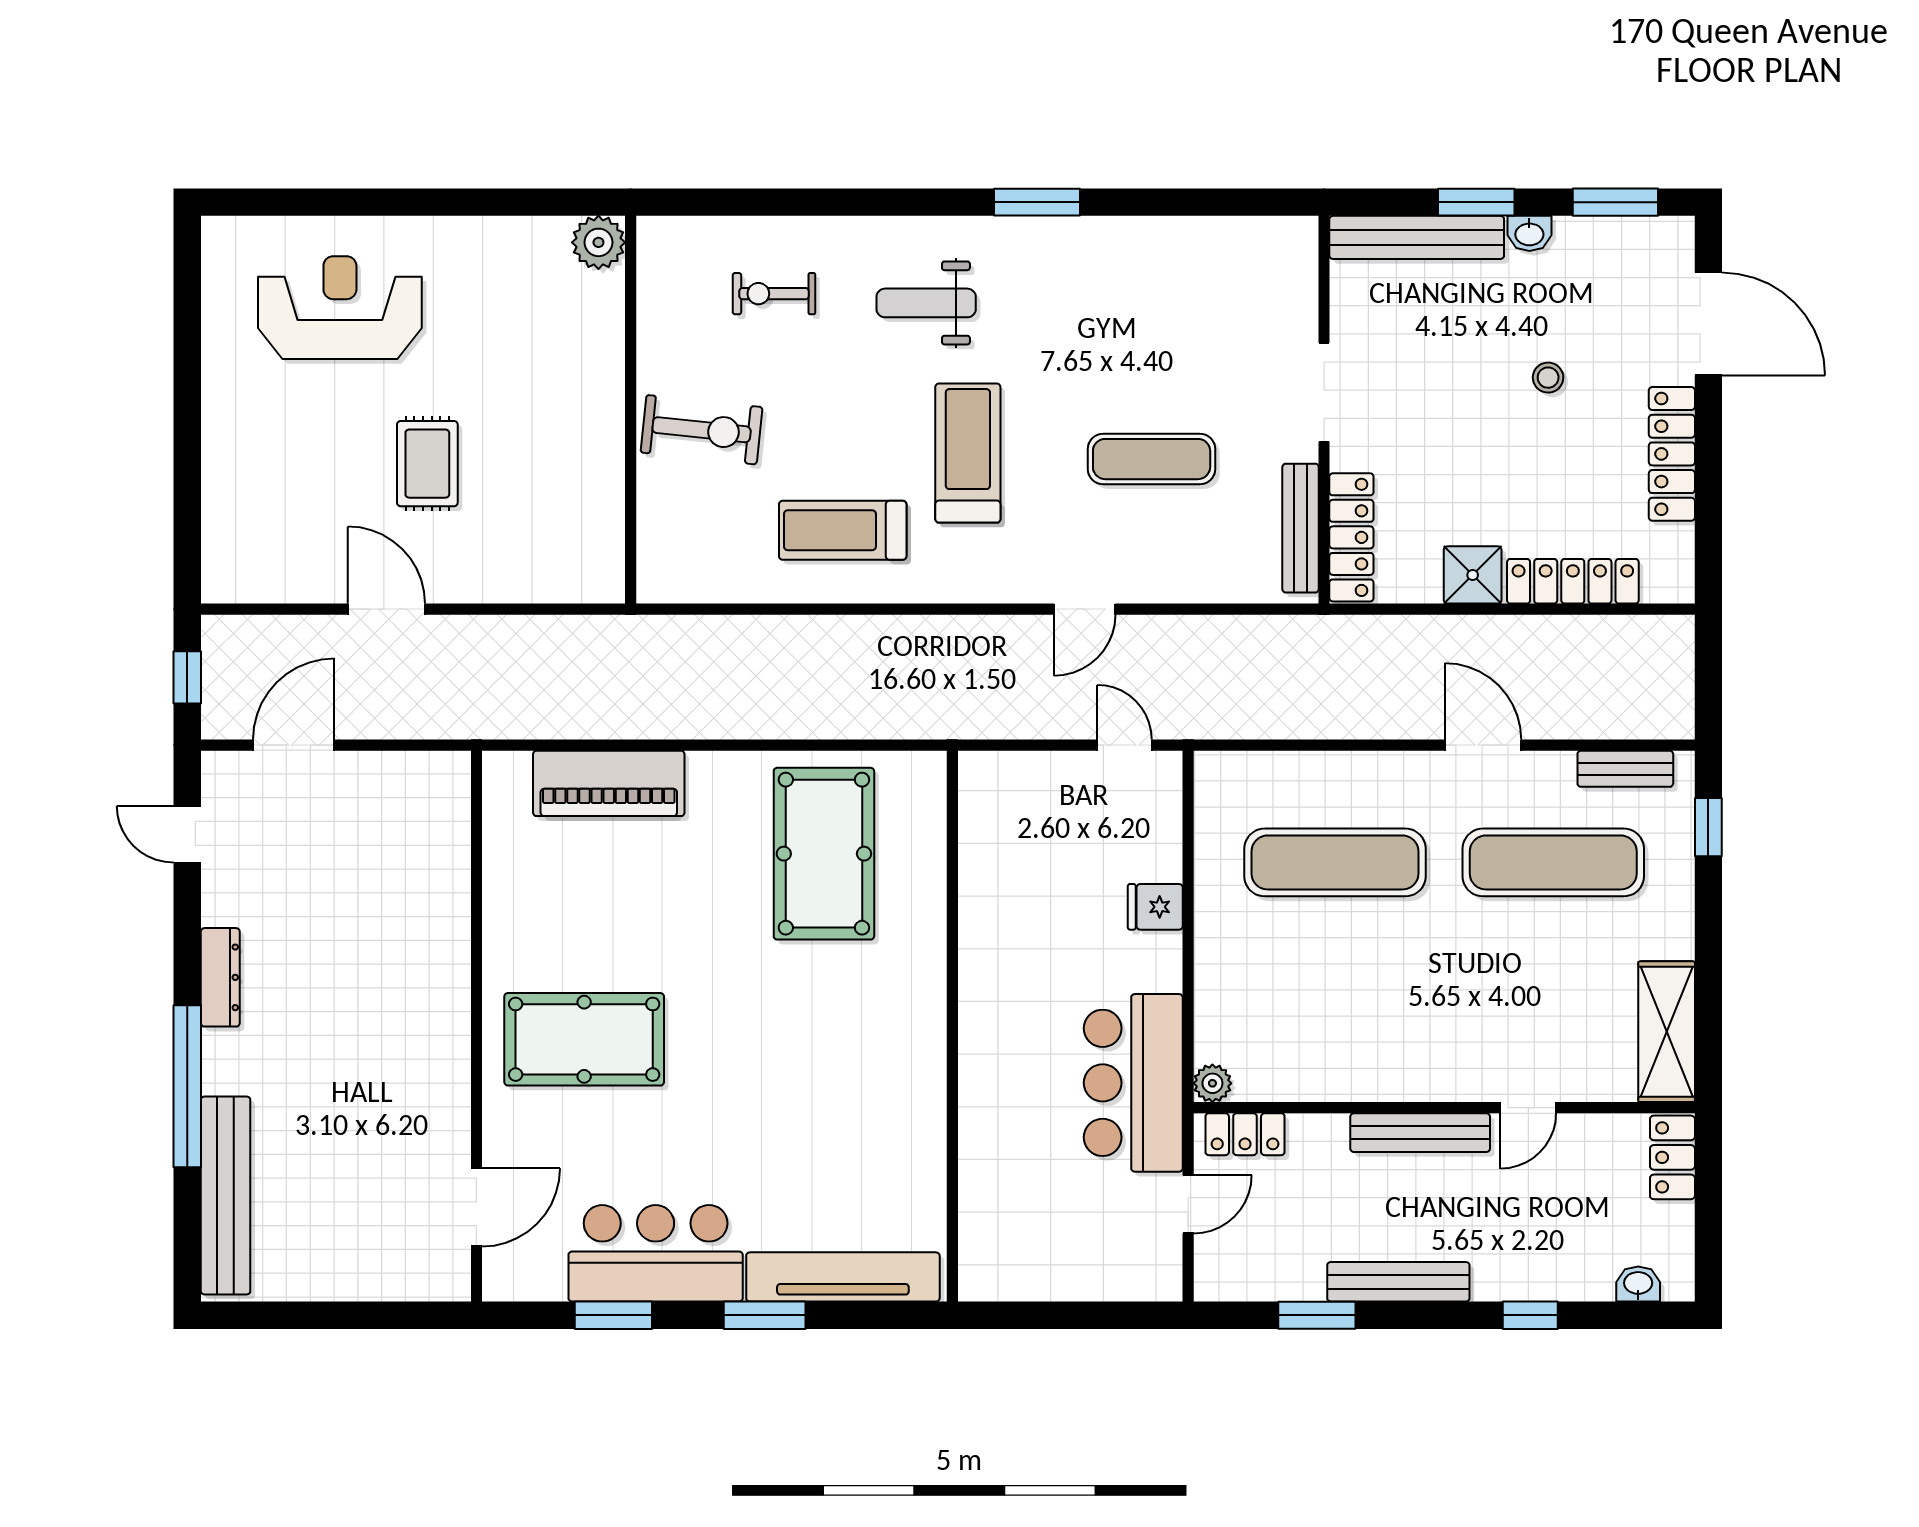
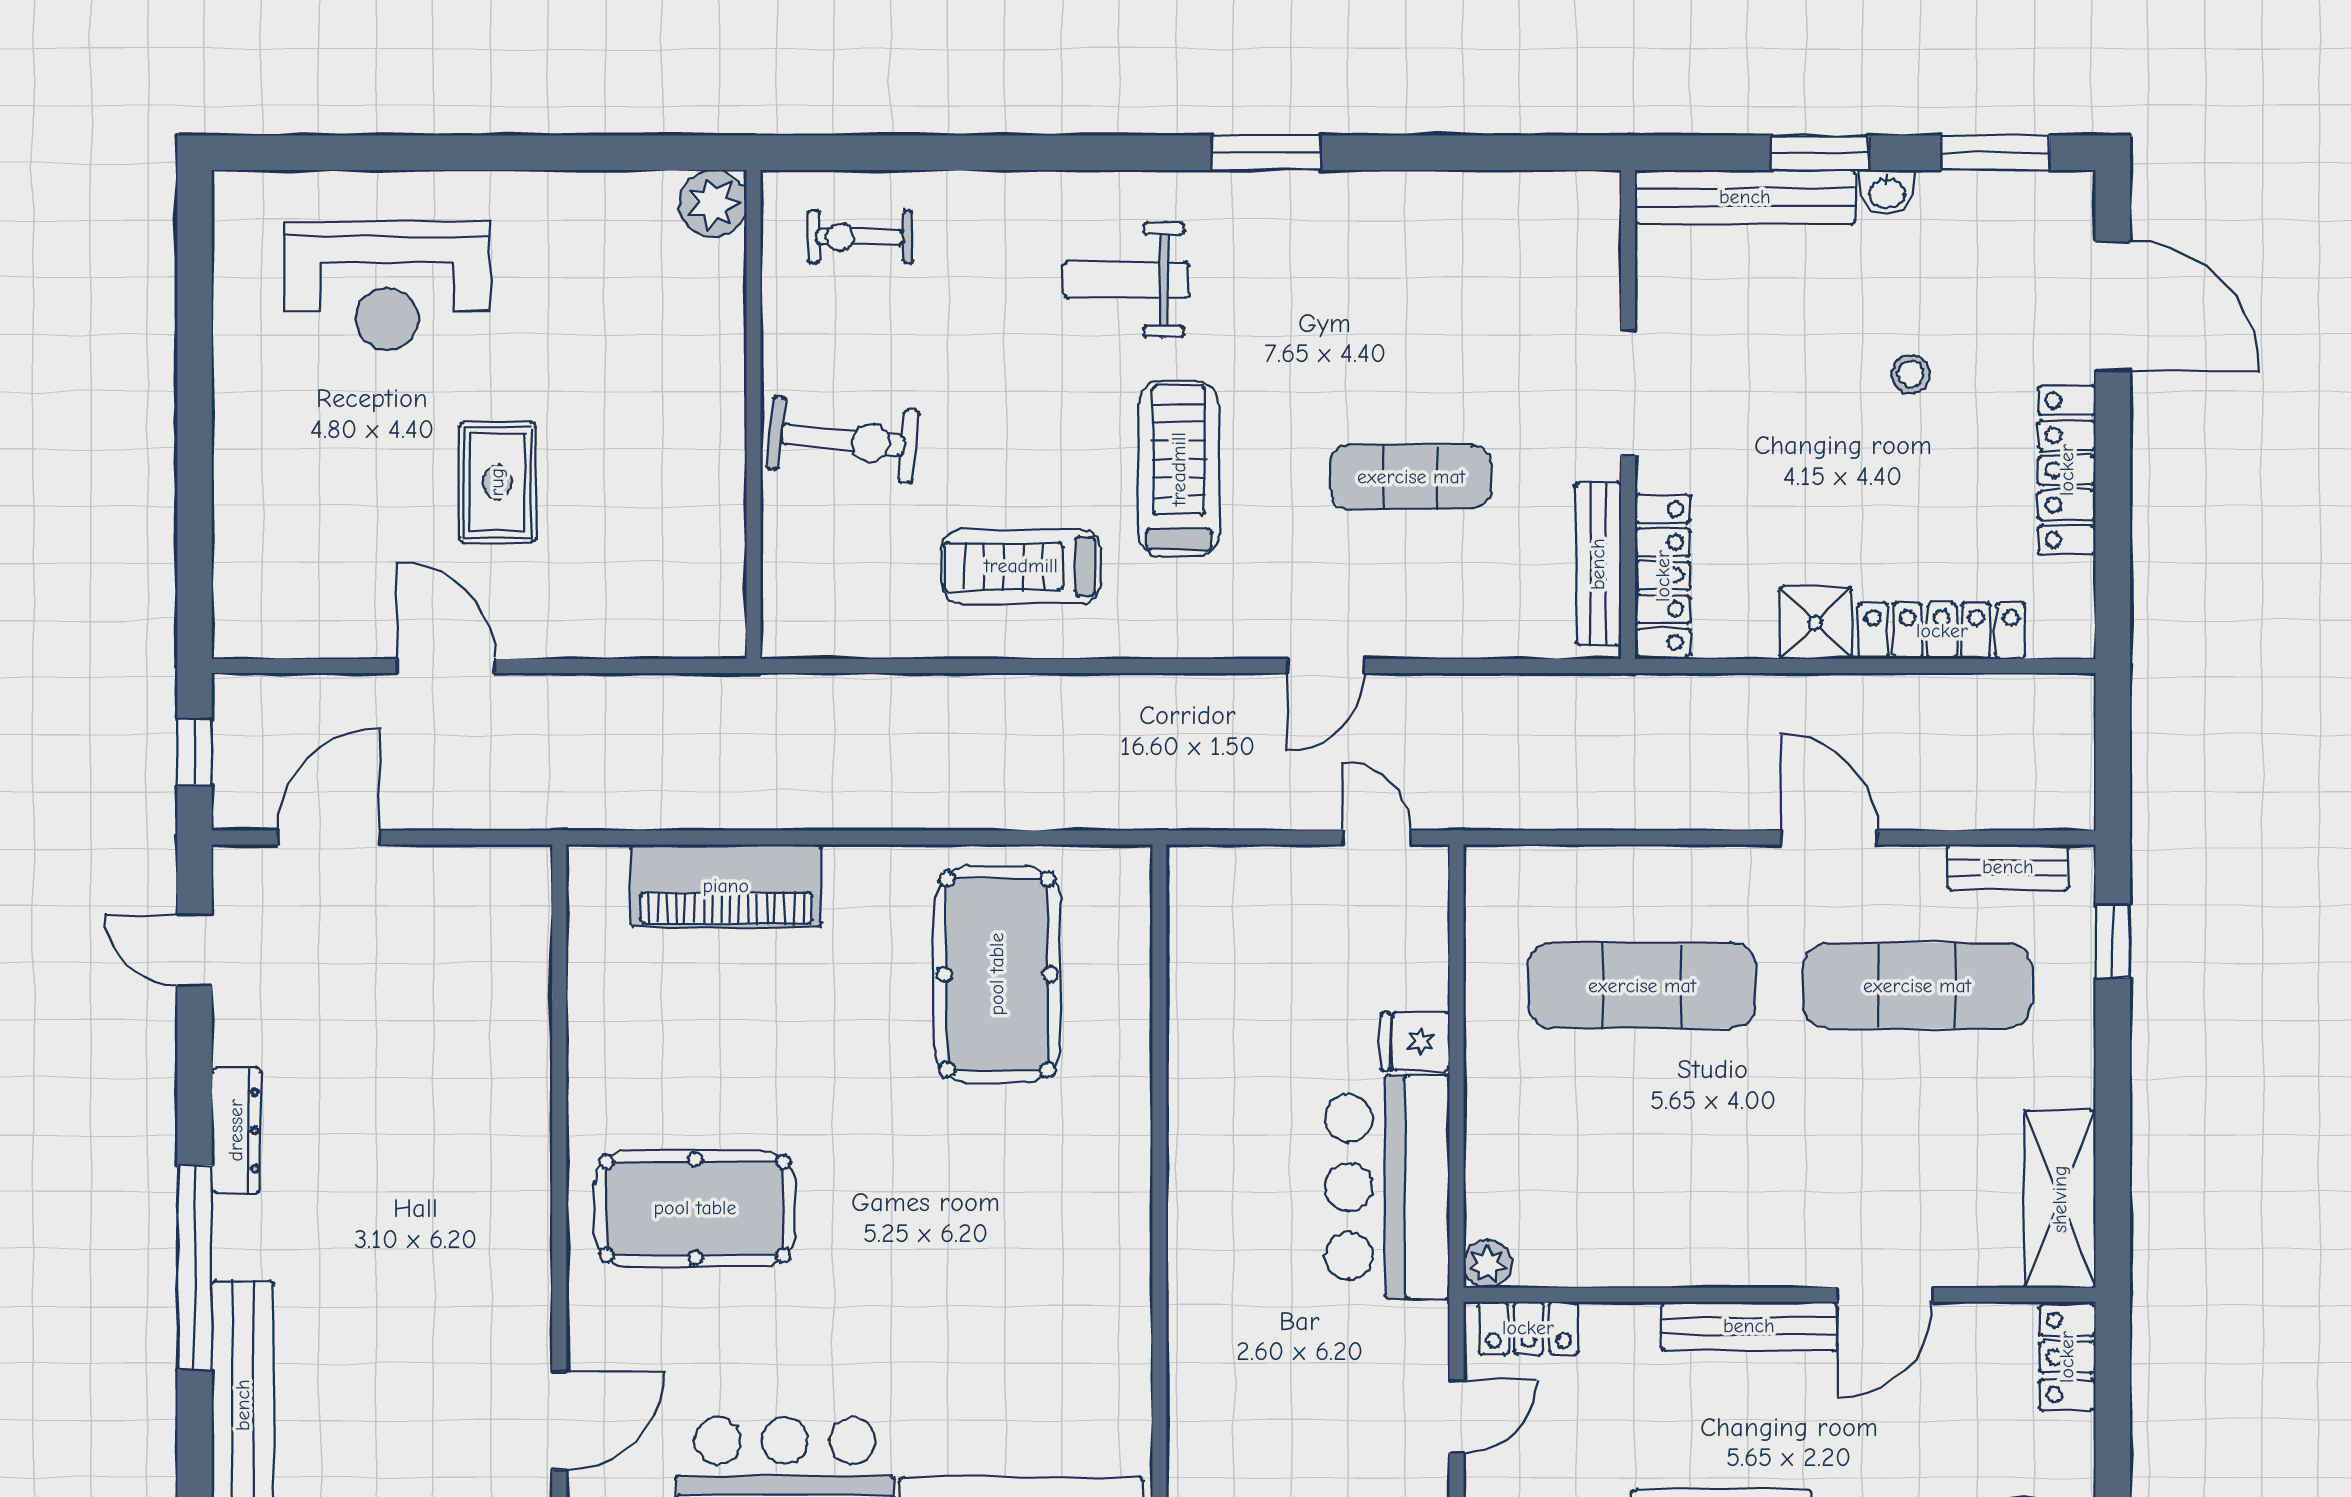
exercise bike: (774, 294) -> (860, 237), moved
reception desk: (340, 308) -> (387, 286), turned 180
bar counter: (1133, 1083) -> (1387, 1187), moved
door: (1528, 1108) -> (1886, 1295), width x1.38

